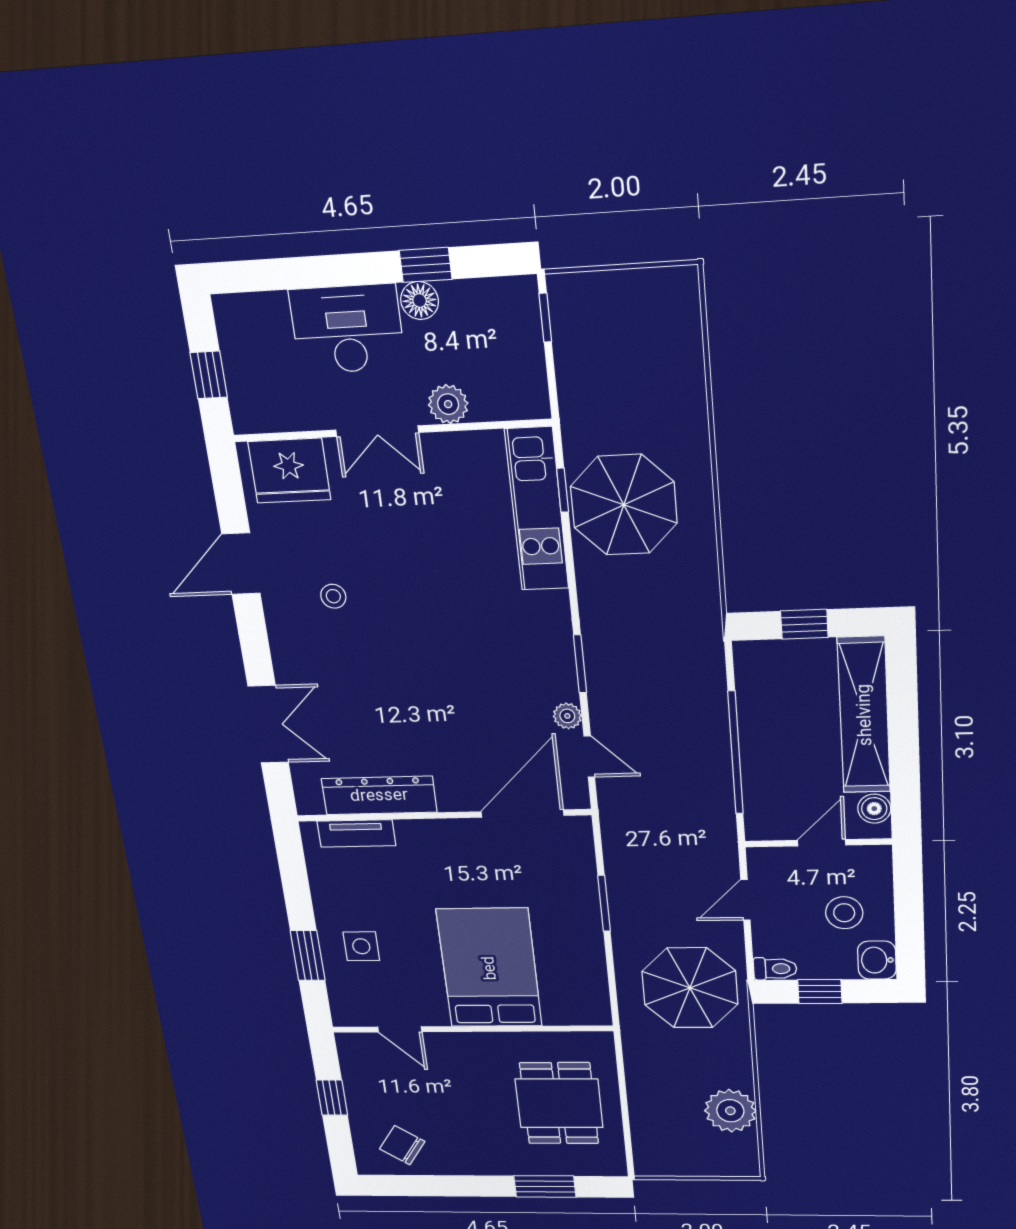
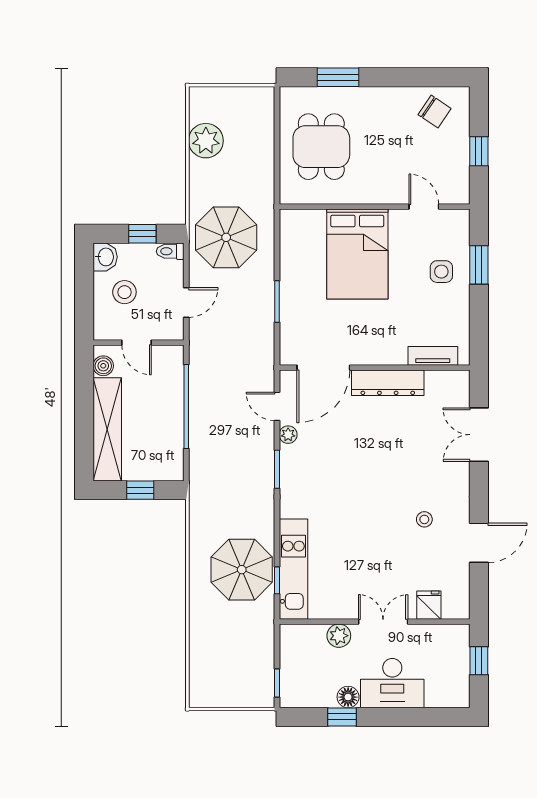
fridge: (289, 471) -> (429, 605), width x0.53, depth x0.75
dresser: (379, 795) -> (388, 383), moved
door: (821, 843) -> (137, 343), hinge flipped

